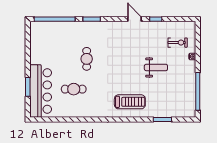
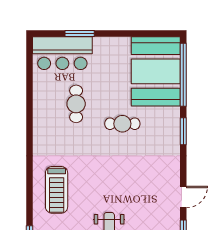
booth: (52, 37) -> (156, 71), added
bar counter: (41, 91) -> (62, 53), width x0.73

